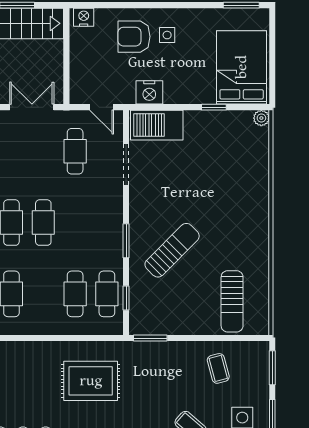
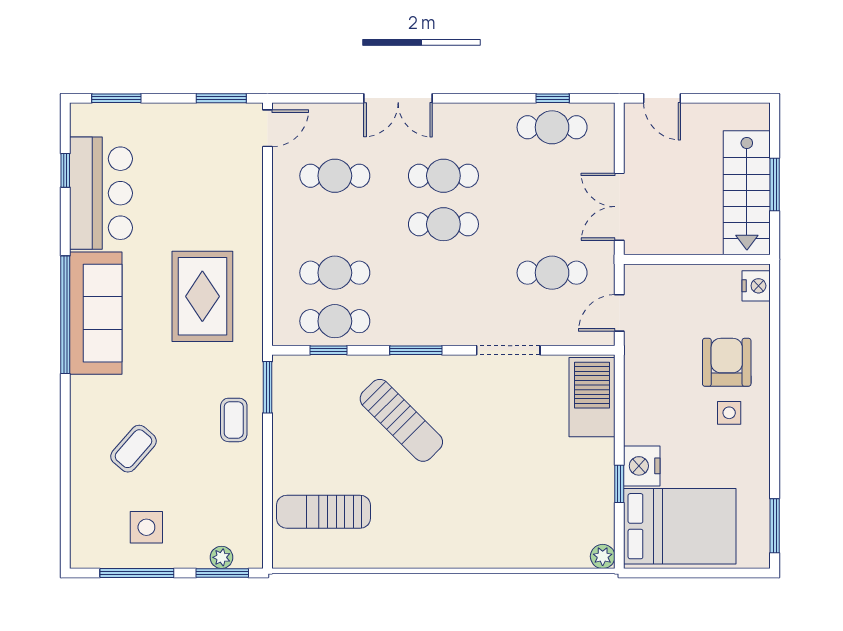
nightstand: (149, 92) -> (642, 466), moved
double door: (32, 107) -> (619, 207), swing flipped
doorway: (126, 164) -> (508, 350), moved
coffee table: (218, 368) -> (234, 420), moved, turned -75
plant: (262, 368) -> (221, 557), added

